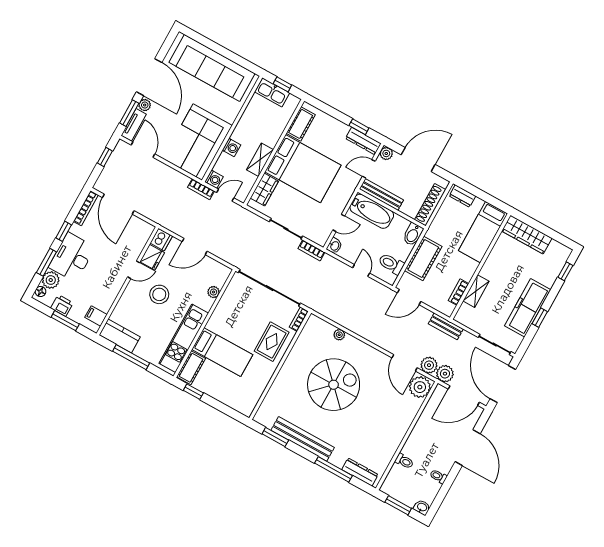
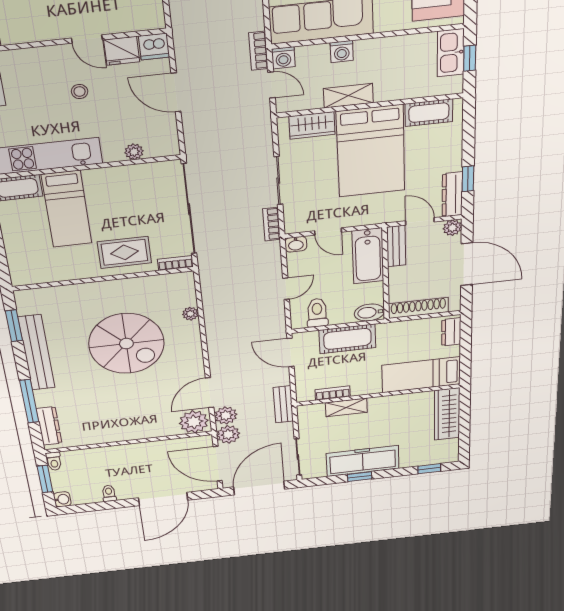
bench: (381, 194) -> (396, 246), width x0.73
stool: (159, 294) -> (80, 92), width x0.53, depth x0.53
toilet: (404, 461) -> (54, 461), moved

